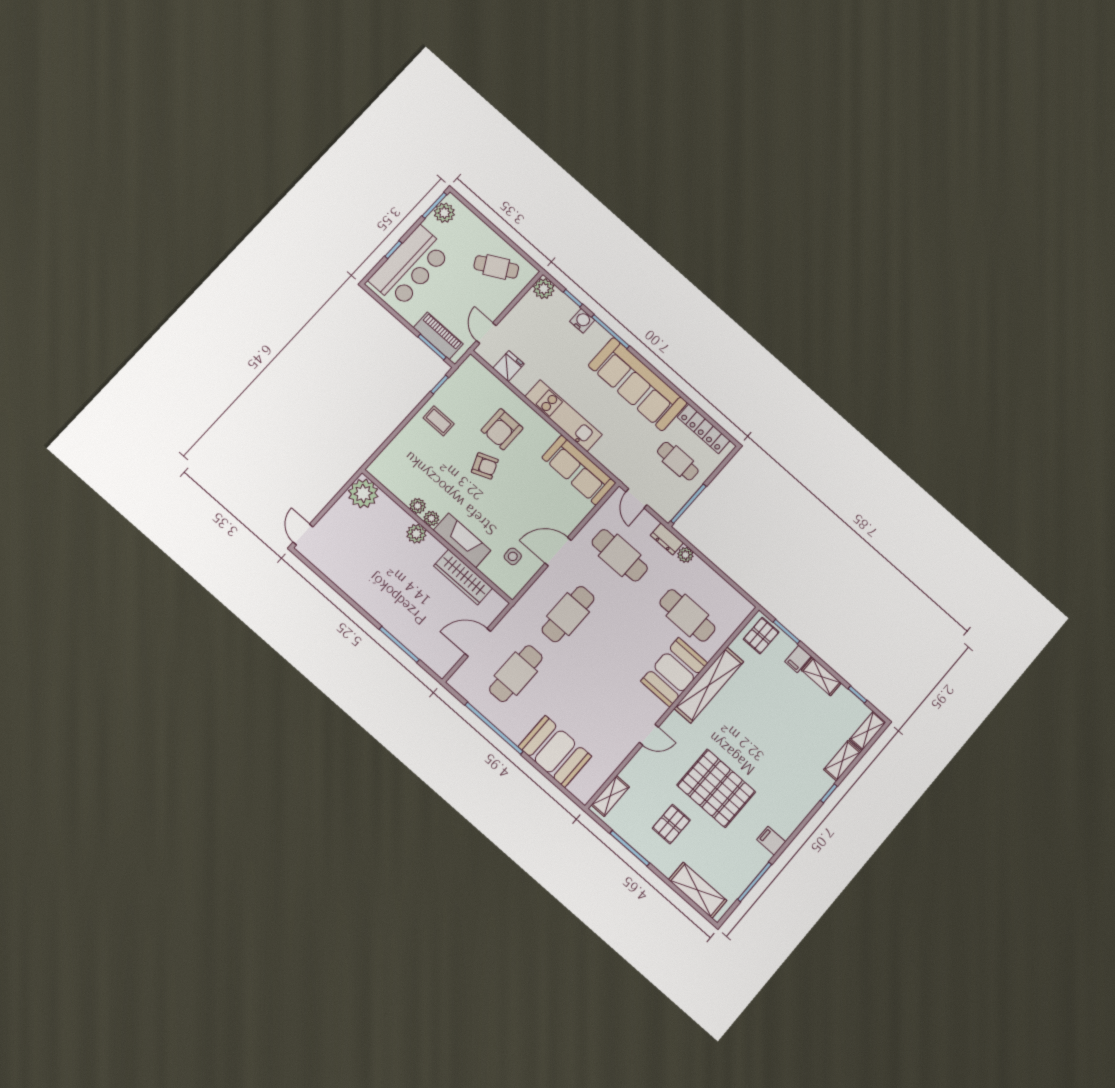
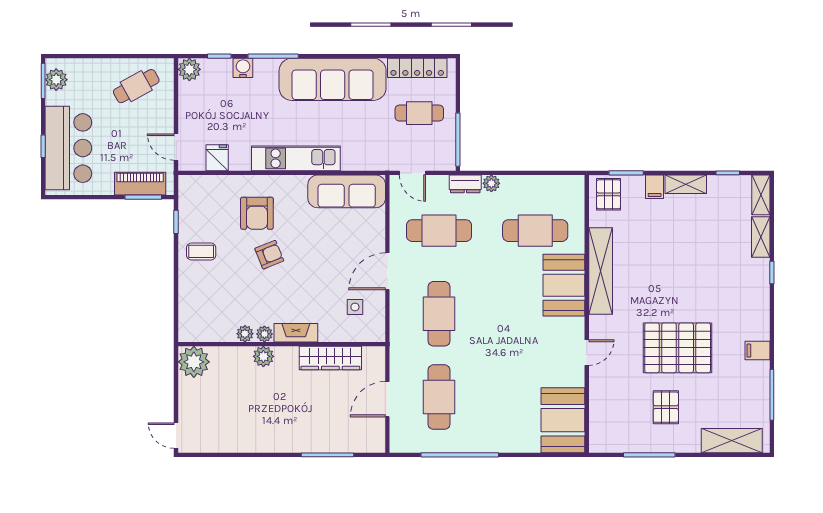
fireplace: (462, 540) -> (296, 333), width x0.73, depth x0.76
booth: (555, 751) -> (563, 420), moved, turned 90
shelving: (610, 796) -> (598, 427), removed

